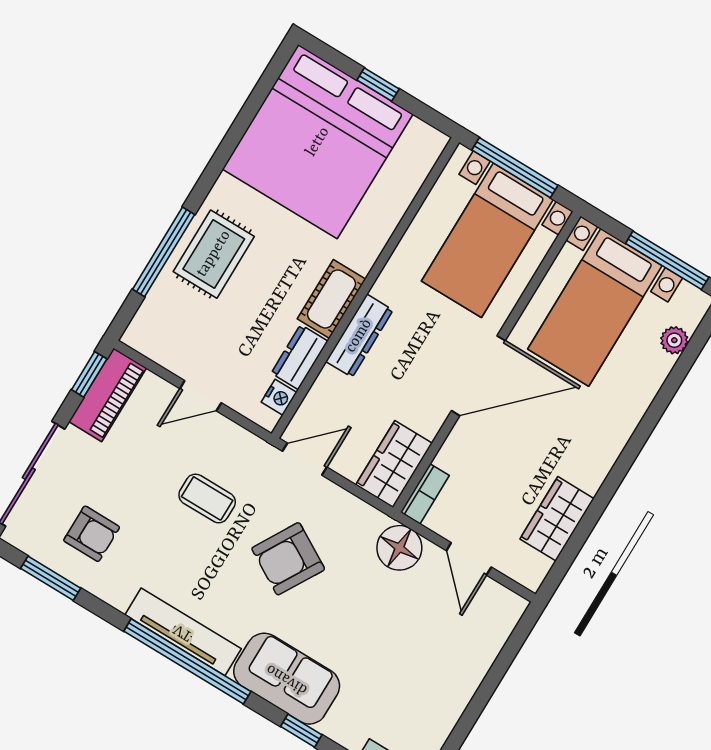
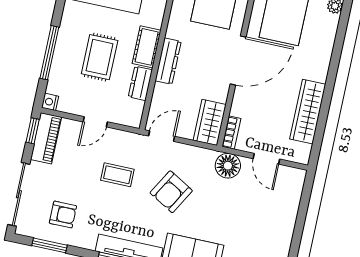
rug: (214, 254) -> (100, 57), moved
nightstand: (279, 397) -> (50, 102), moved, turned 180
wardrobe: (557, 519) -> (308, 112), width x1.50

